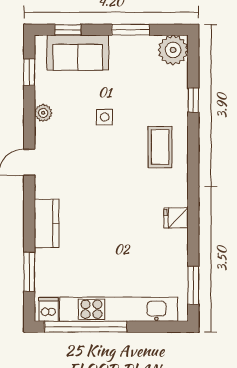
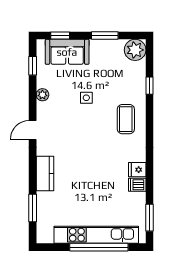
dishwasher: (49, 309) -> (137, 185), moved, turned -90
window: (86, 327) -> (99, 247), moved

